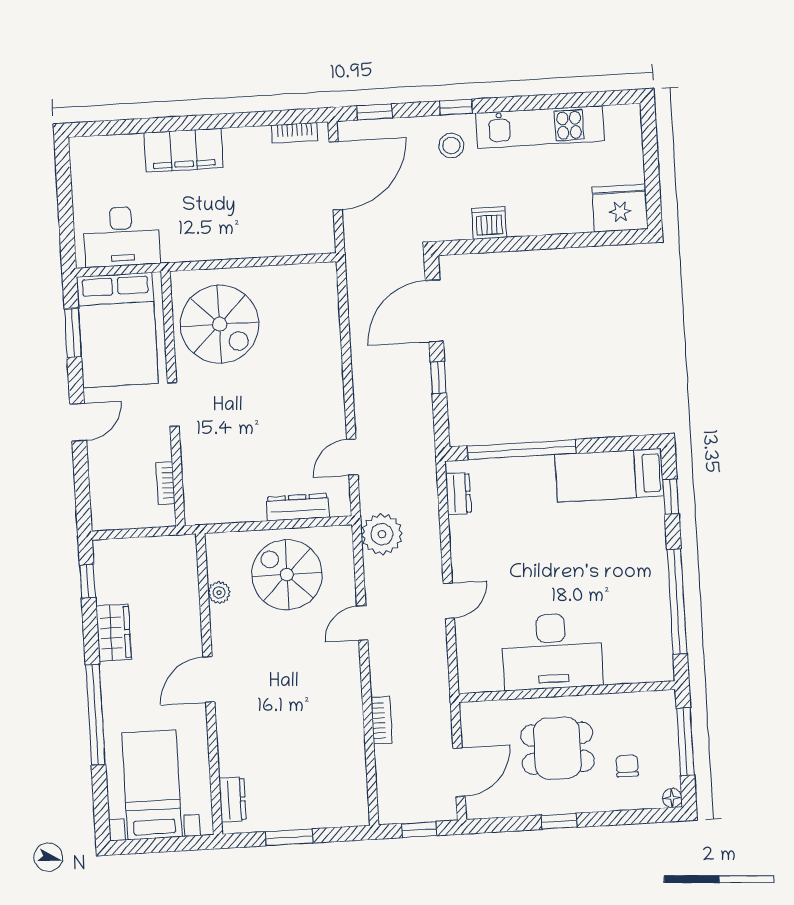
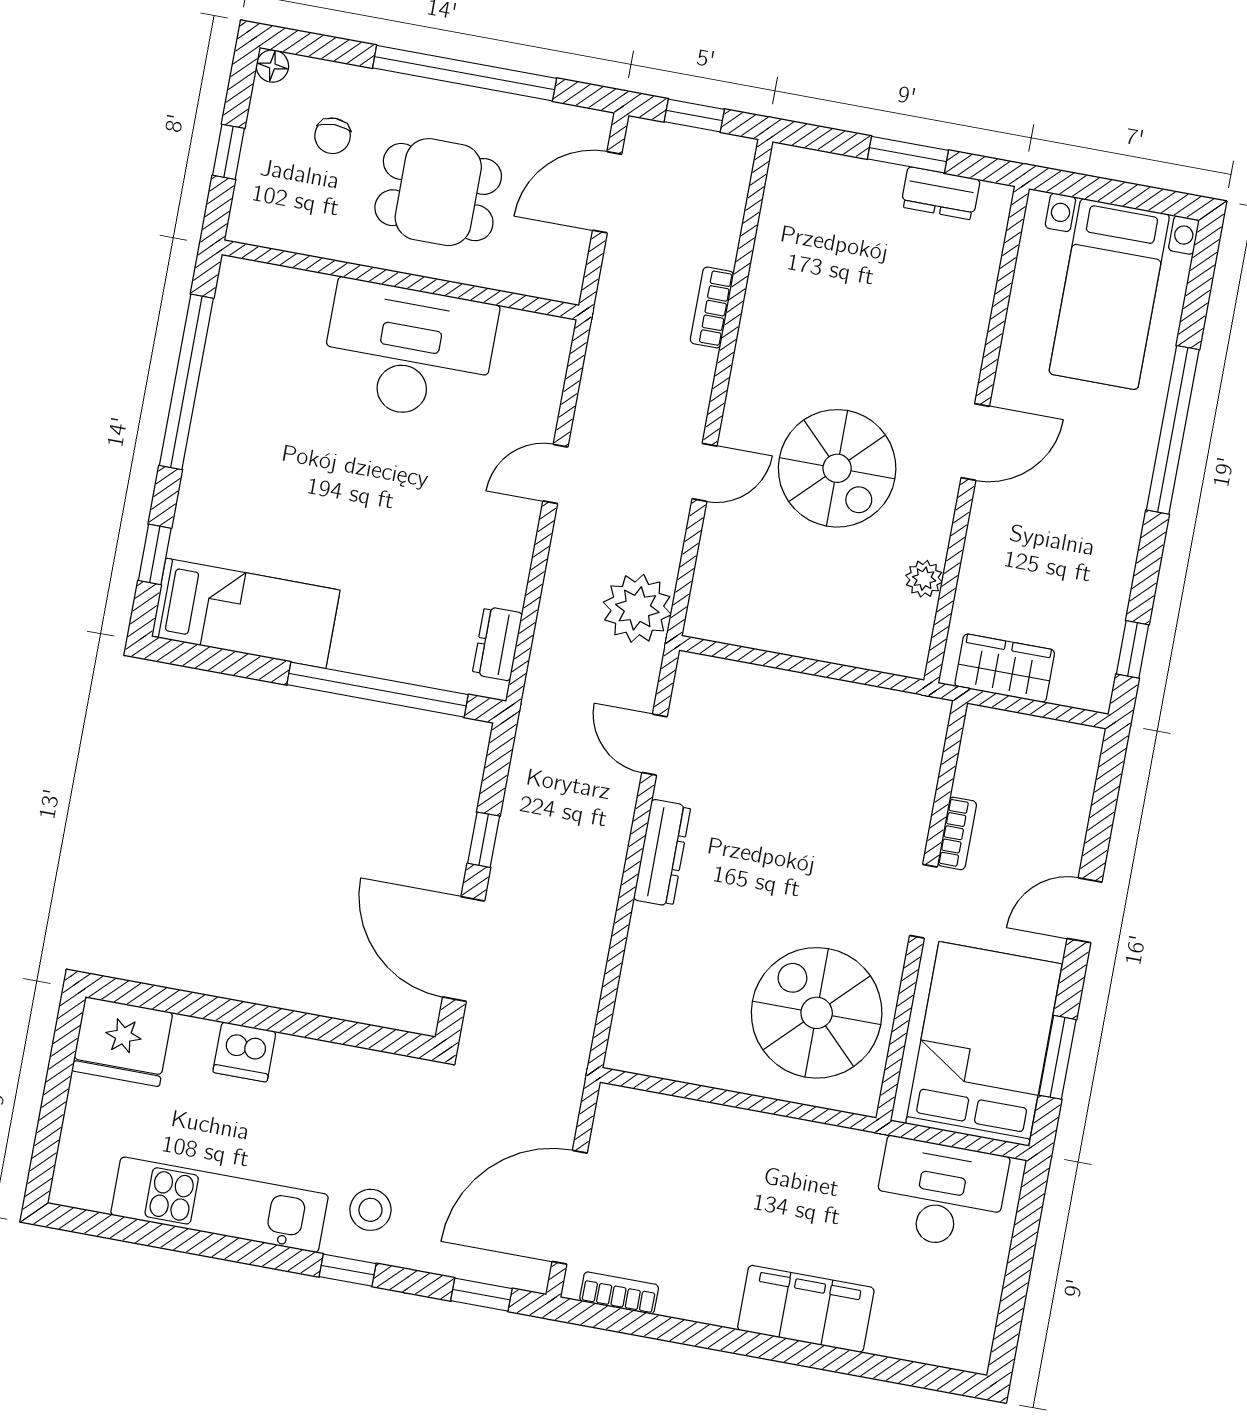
dishwasher: (489, 223) -> (244, 1052), moved
door: (434, 311) -> (464, 949), swing flipped
door: (352, 457) -> (655, 745), swing flipped
bookcase: (165, 483) -> (957, 833), moved
dresser: (298, 507) -> (662, 853), moved, turned -90
spiral stairs: (287, 575) -> (837, 468), moved
wardrobe: (114, 633) -> (1005, 668), moved, turned 90
window: (685, 742) -> (229, 152), width x0.46
dresser: (233, 800) -> (940, 193), moved, turned -90
window: (559, 821) -> (465, 73), width x3.17

